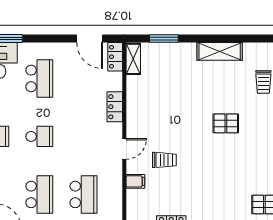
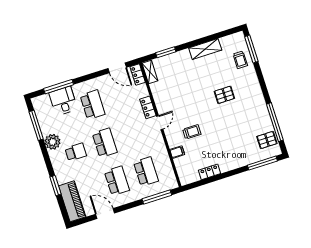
school desk: (39, 136) -> (105, 143), width x1.85
door: (124, 149) -> (160, 123), moved

